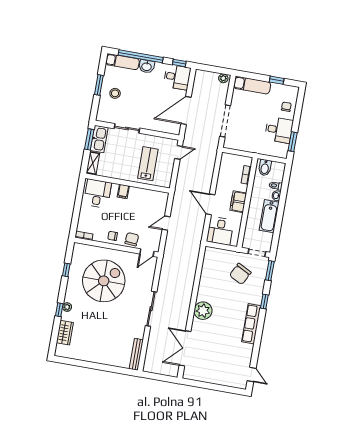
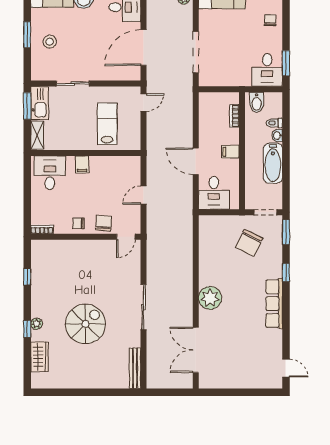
desk: (279, 130) -> (267, 70), moved, turned 90
filing cabinet: (238, 202) -> (230, 152), width x0.50
spiral stairs: (104, 281) -> (85, 324), moved, width x0.73, depth x0.73

